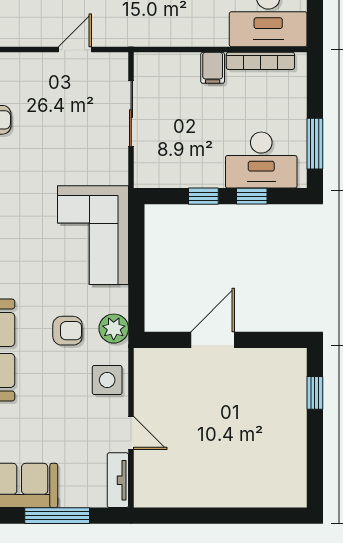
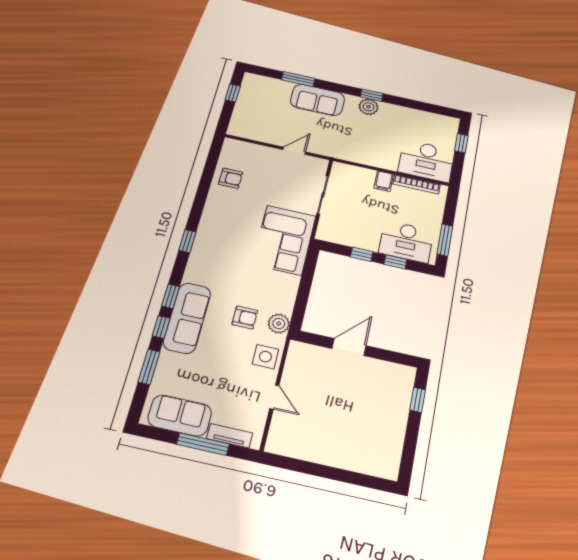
corner sofa: (93, 235) -> (284, 240), moved
tv unit: (118, 480) -> (230, 436), moved, turned 90

